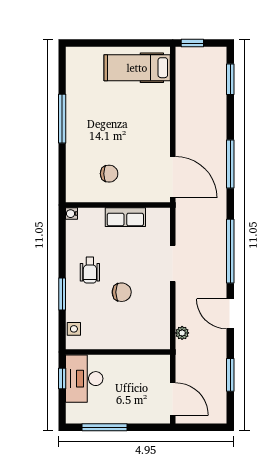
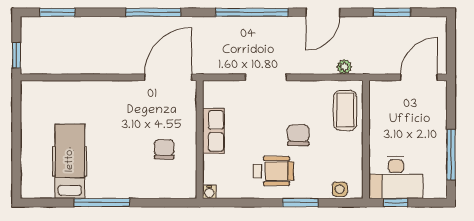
hospital bed: (137, 68) -> (70, 161), moved, turned 180
wheelchair: (90, 270) -> (273, 171), width x1.36, depth x1.37
coffee table: (144, 334) -> (345, 110), added

